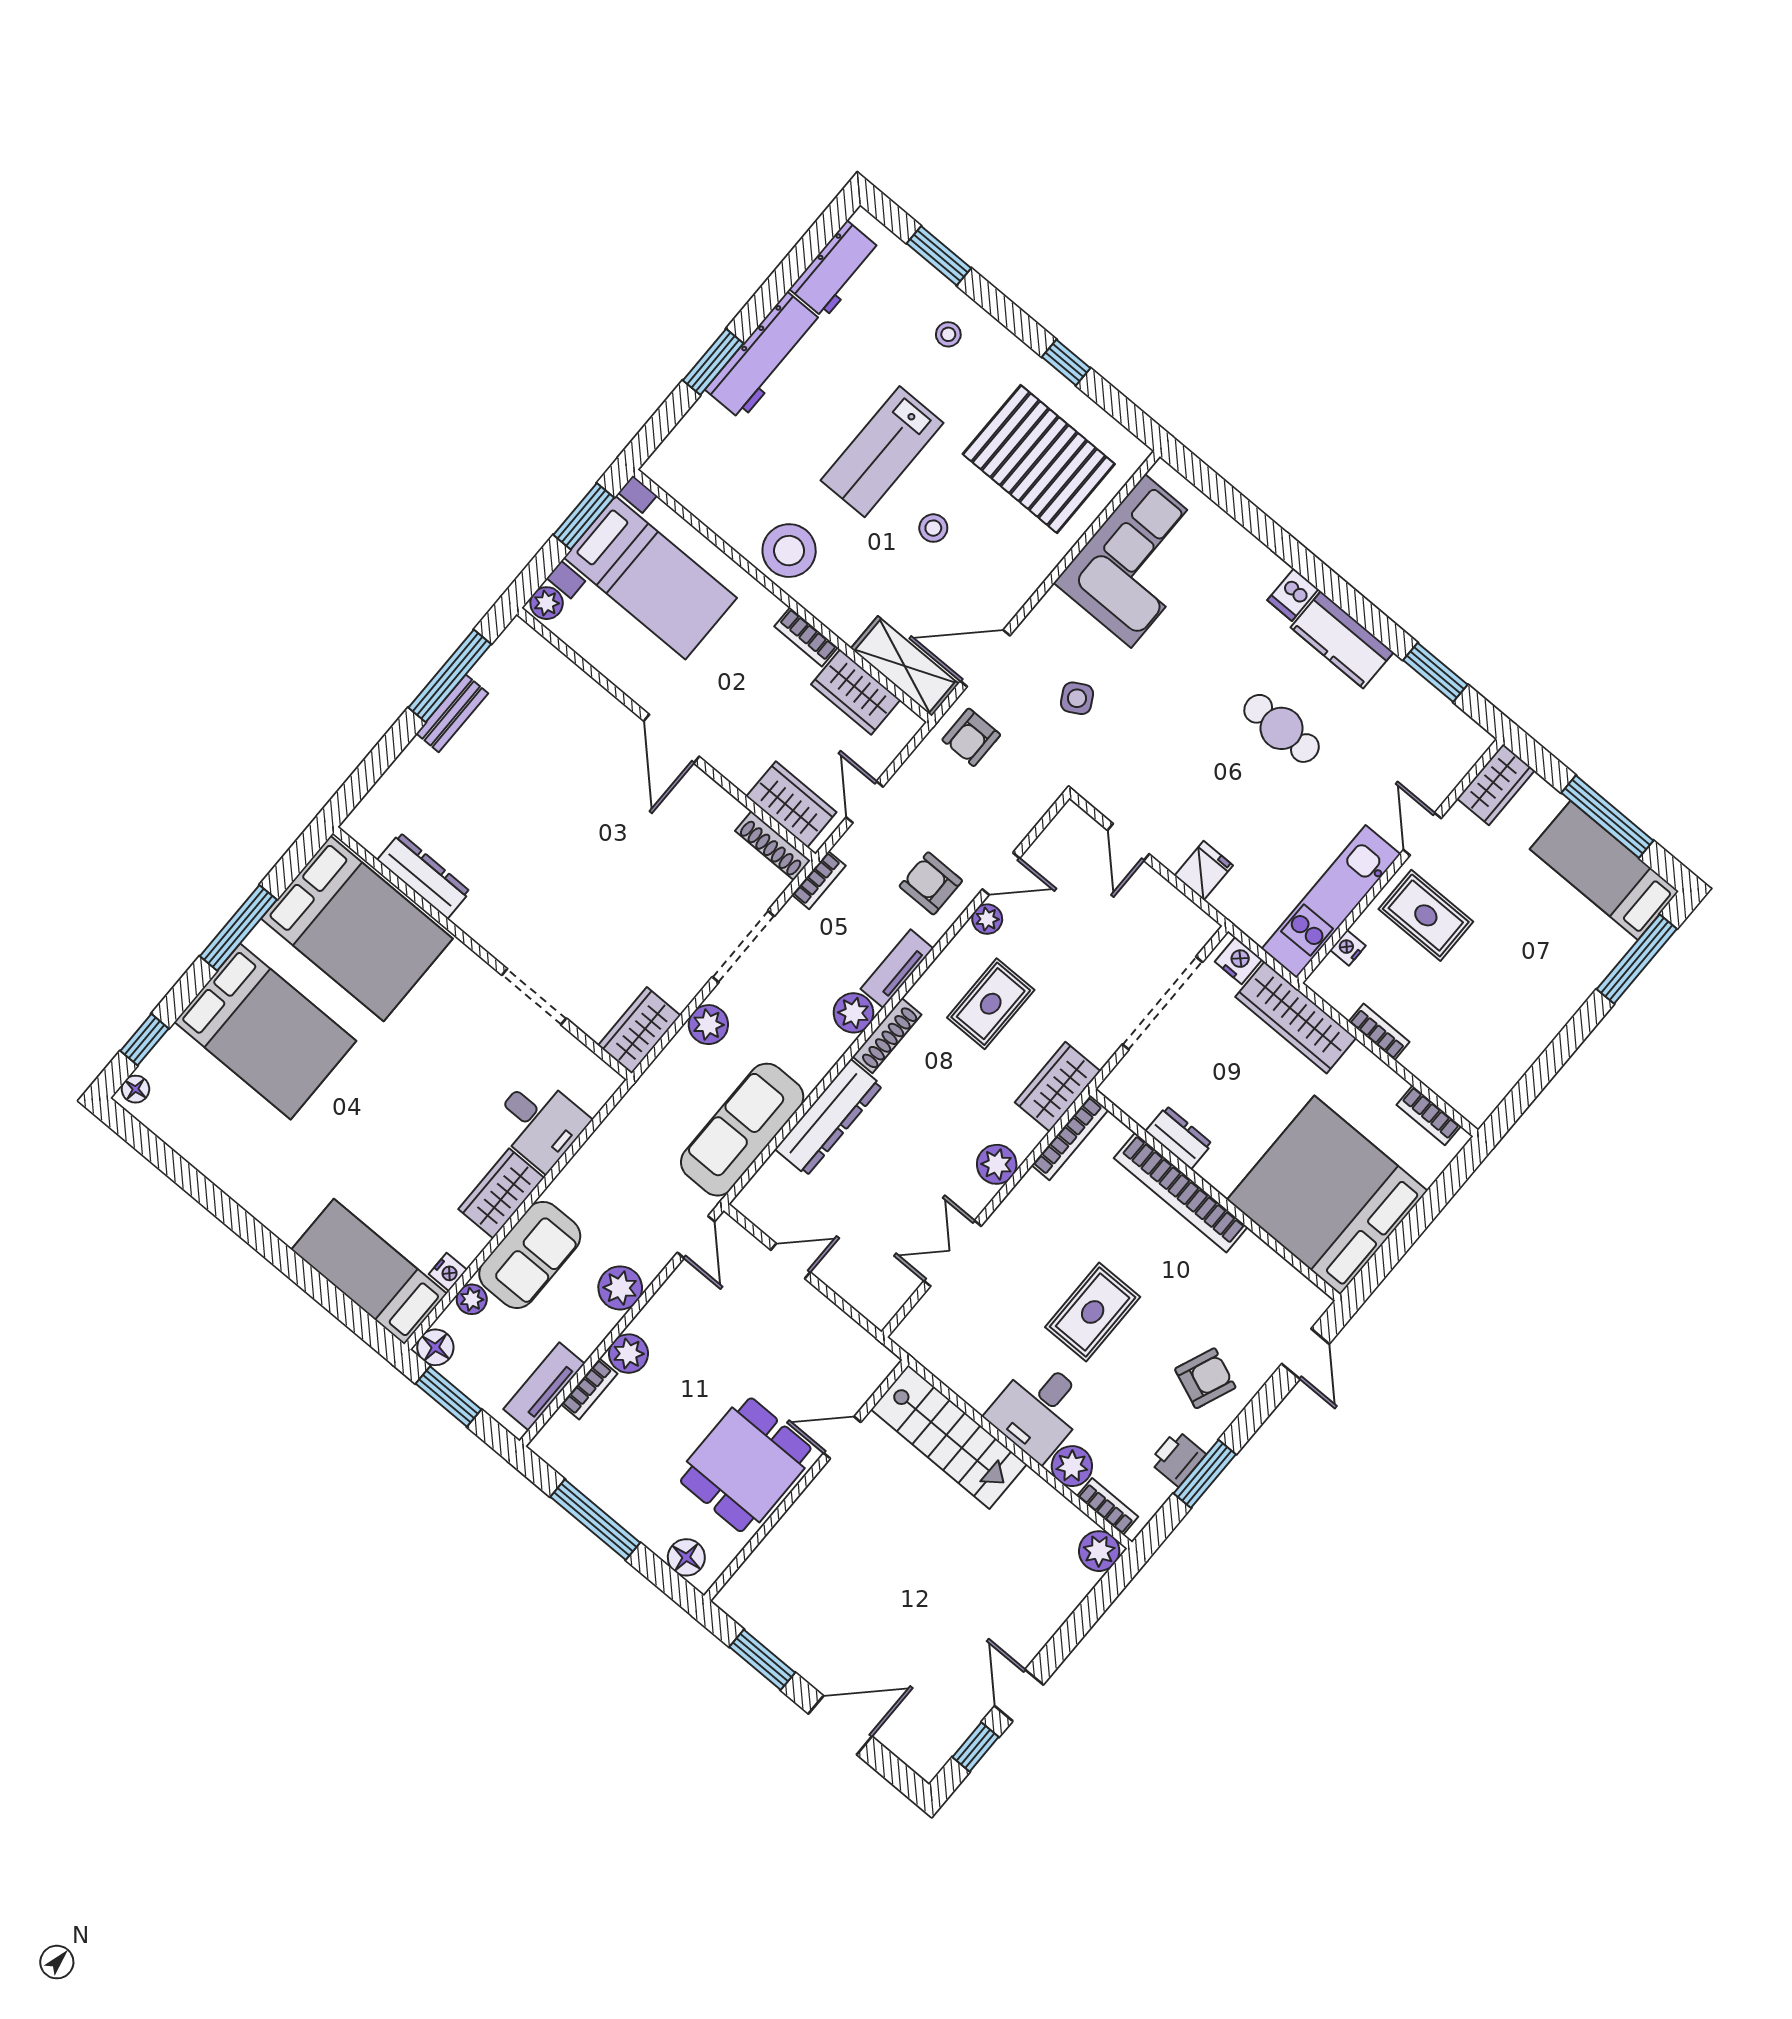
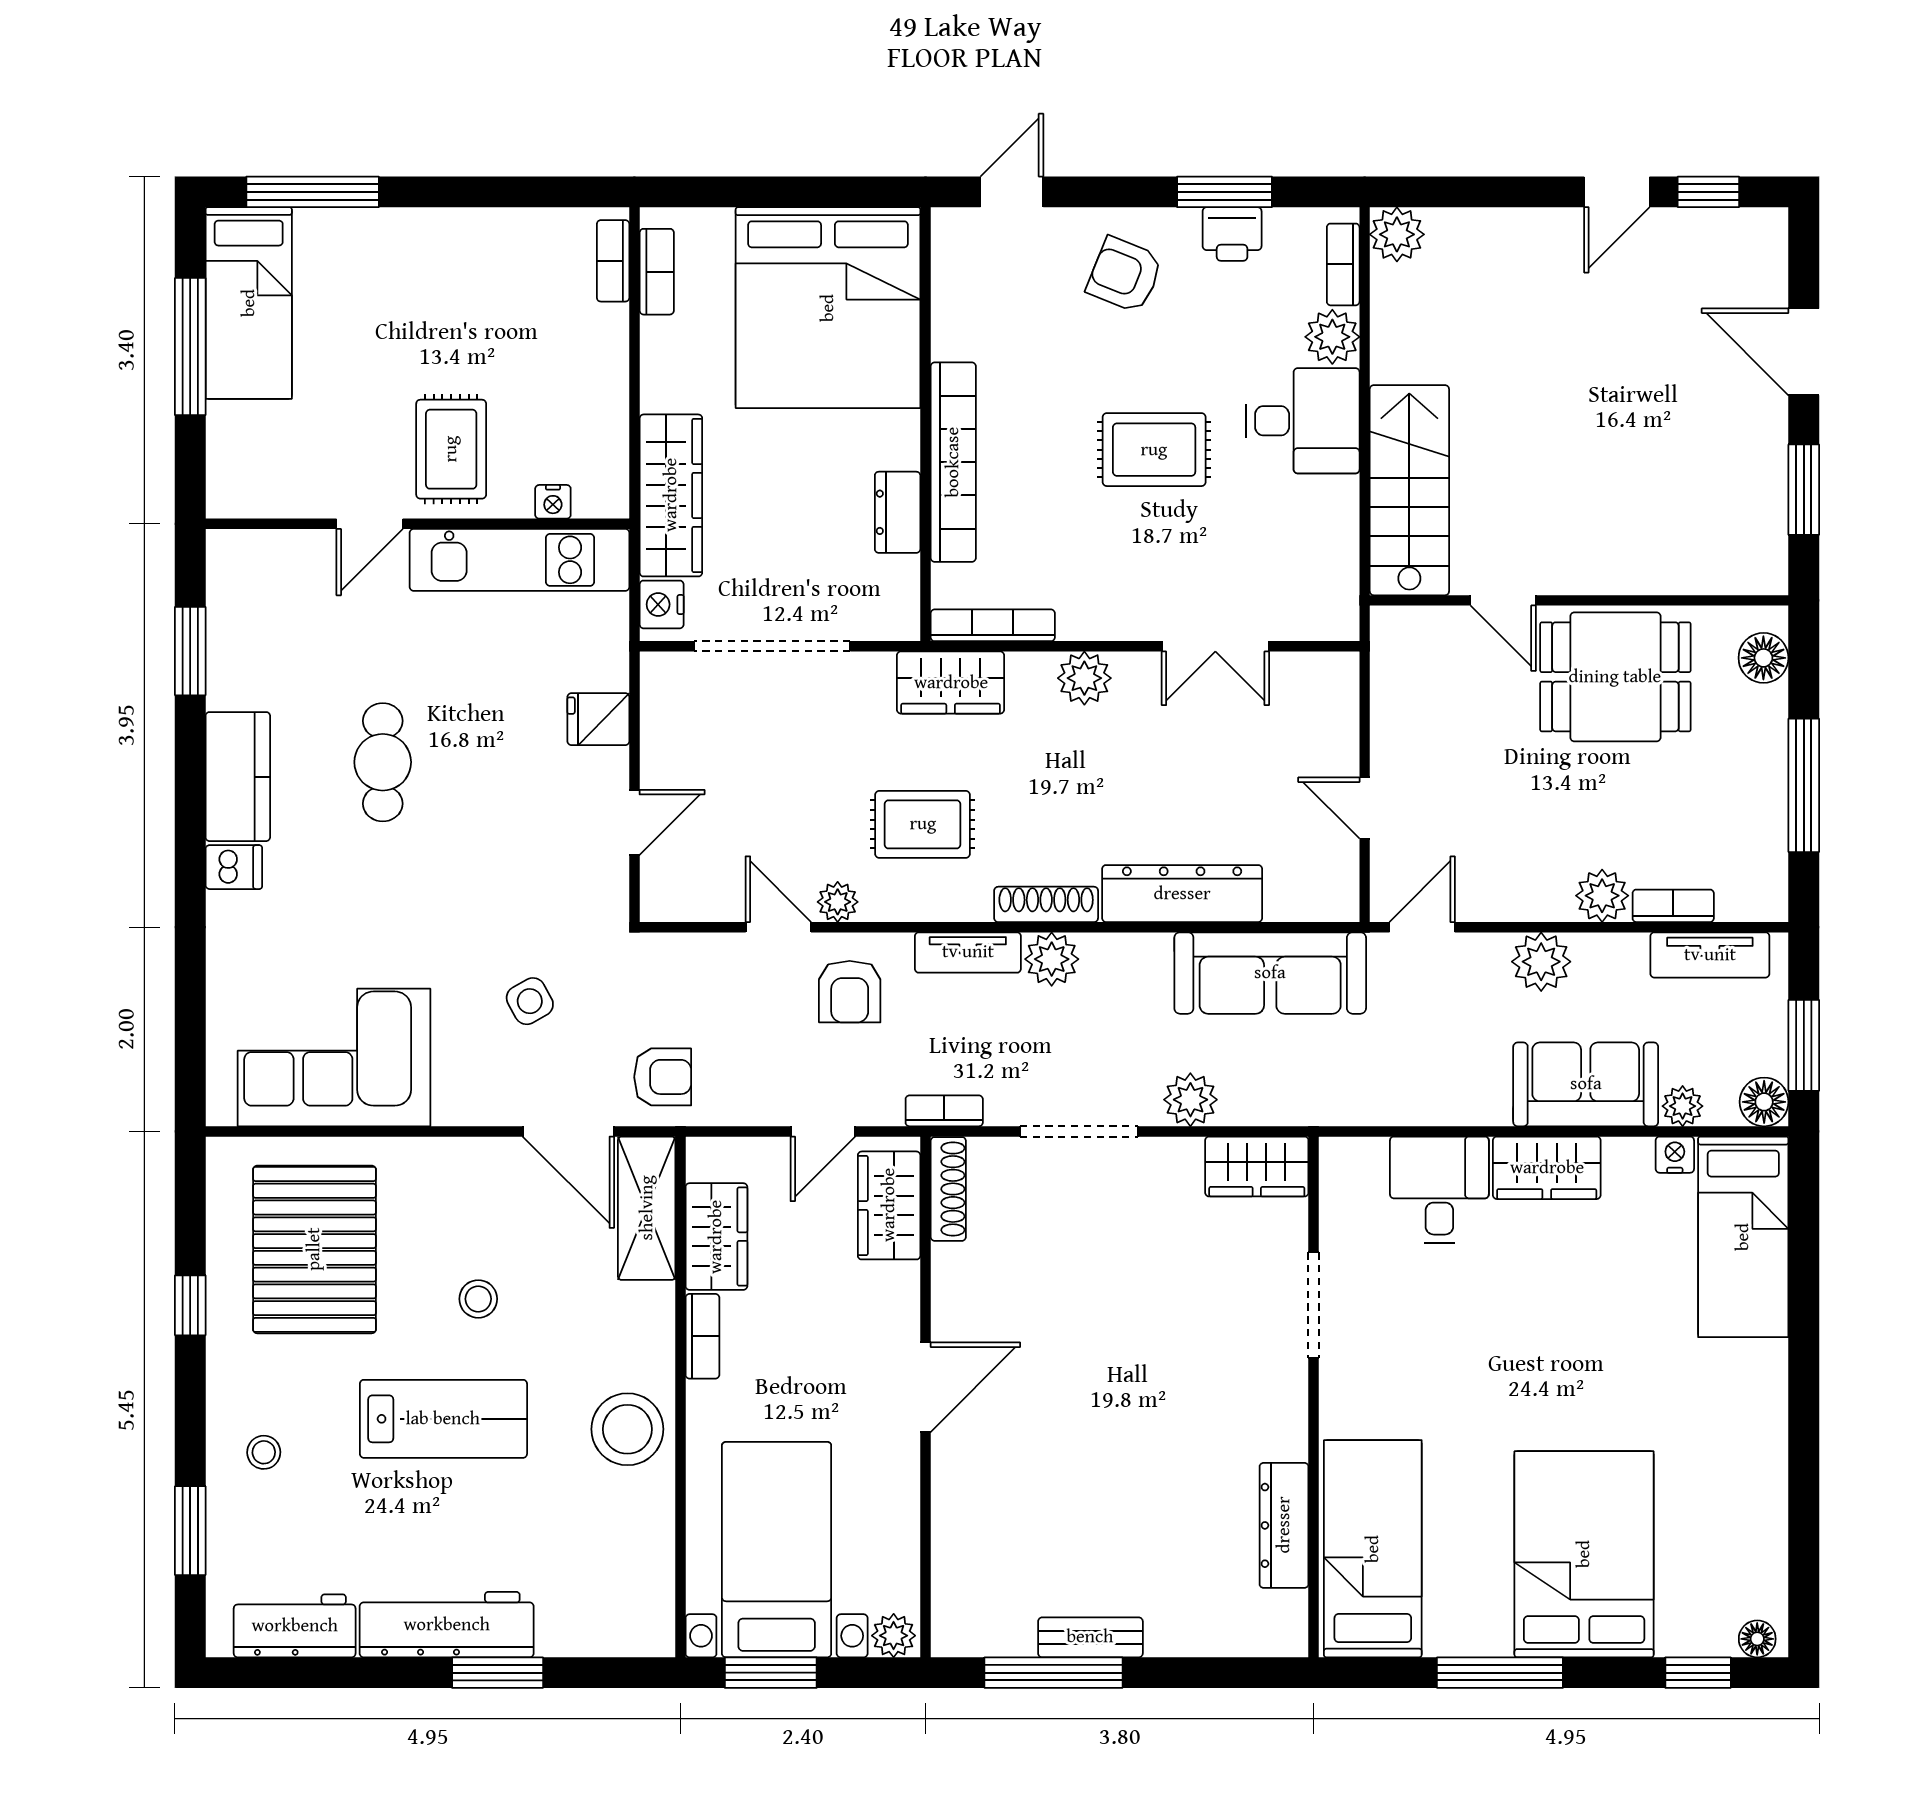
wardrobe: (1496, 785) -> (254, 490), removed
bed: (357, 929) -> (1373, 1549), width x0.67
bookcase: (1379, 1032) -> (613, 261), moved

